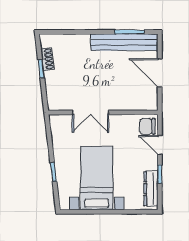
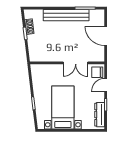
bench: (124, 42) -> (66, 15), moved
double door: (90, 112) -> (76, 63), moved
door: (160, 145) -> (106, 85), hinge flipped

